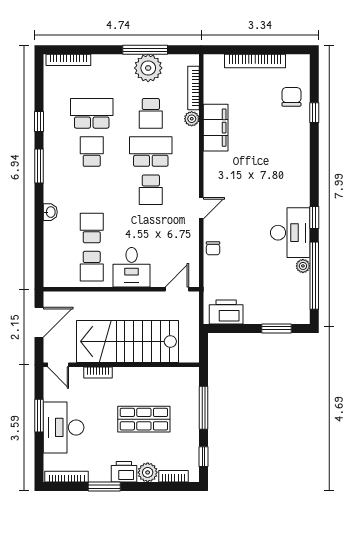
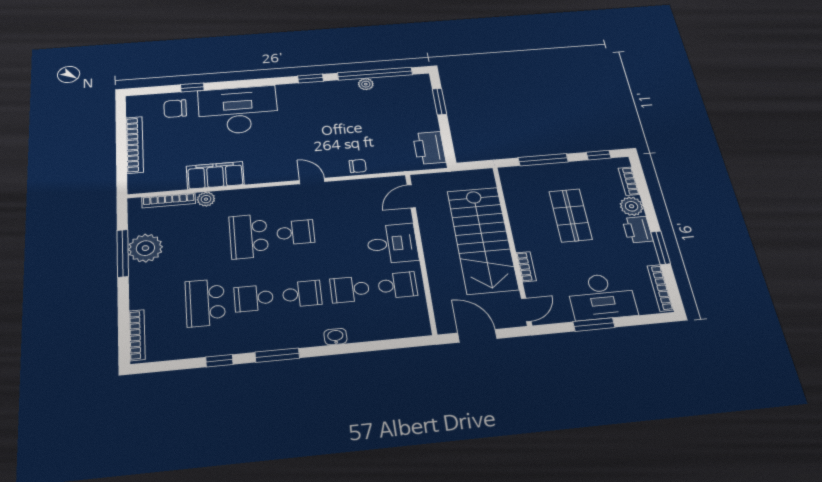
school desk: (151, 113) -> (302, 294), moved
desk: (290, 233) -> (238, 110), moved, width x1.36, depth x1.30
door: (177, 289) -> (411, 196), hinge flipped

